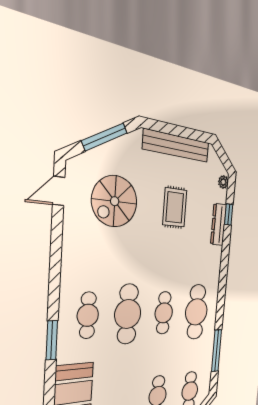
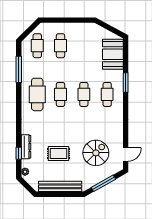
rug: (175, 207) -> (58, 154), turned 90
cafe table: (128, 314) -> (84, 94), width x0.73, depth x0.74

